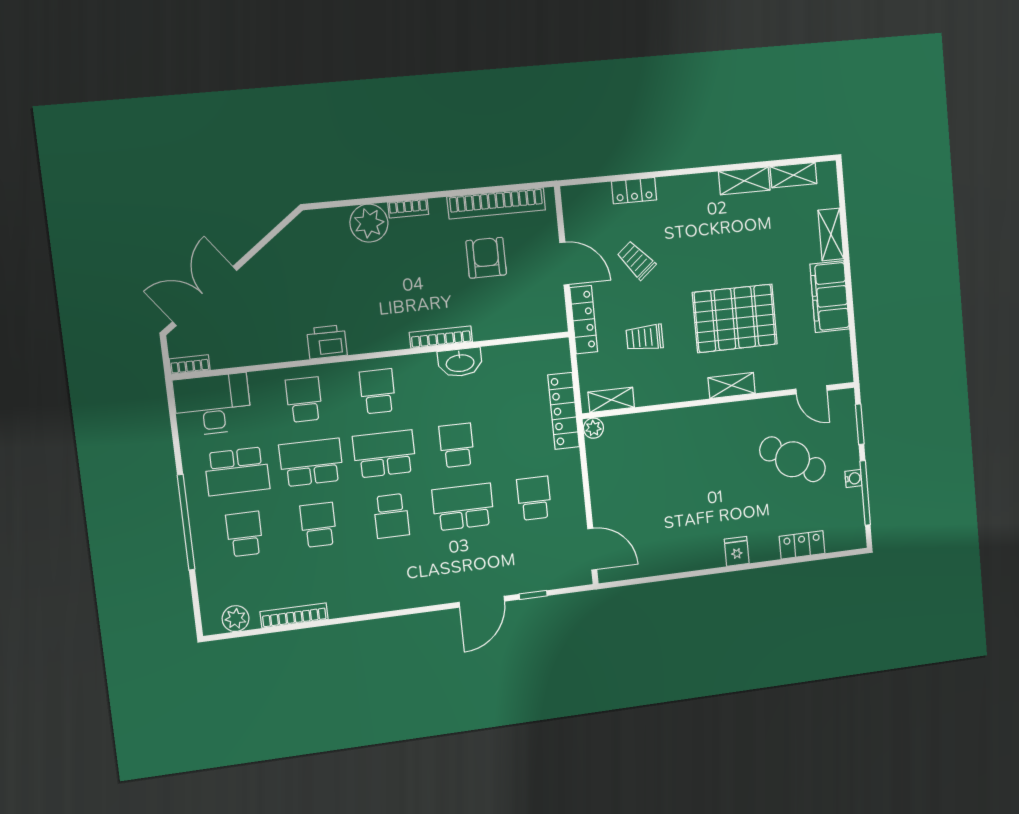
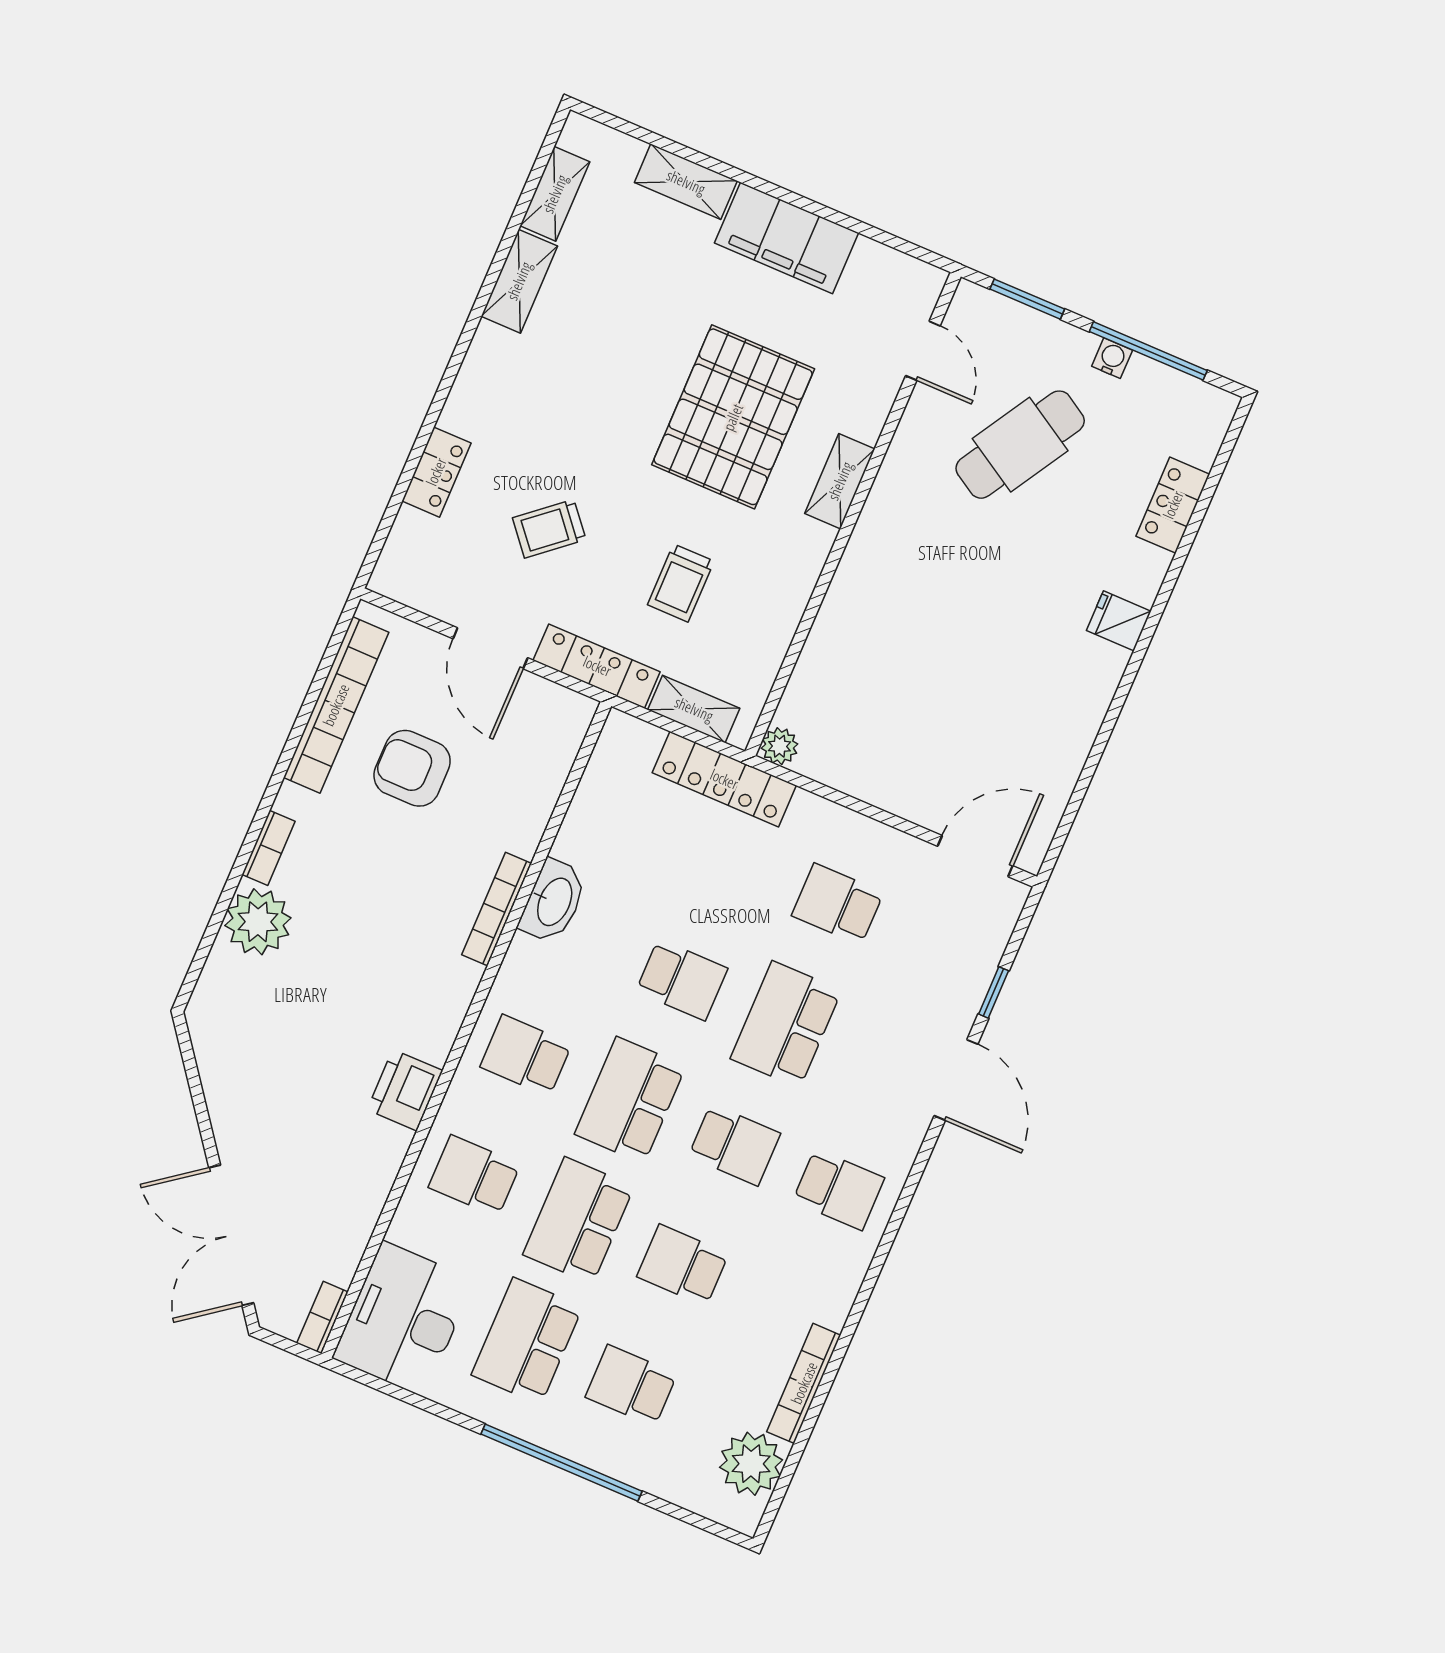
door: (564, 264) -> (490, 648), swing flipped
door: (811, 390) -> (923, 351), hinge flipped
shelving: (611, 400) -> (694, 709), moved, turned 90
school desk: (457, 445) -> (682, 980), turned 180
school desk: (237, 471) -> (527, 1341), turned 180
school desk: (398, 577) -> (839, 1189), added
plant: (236, 619) -> (751, 1464), width x1.36, depth x1.36

